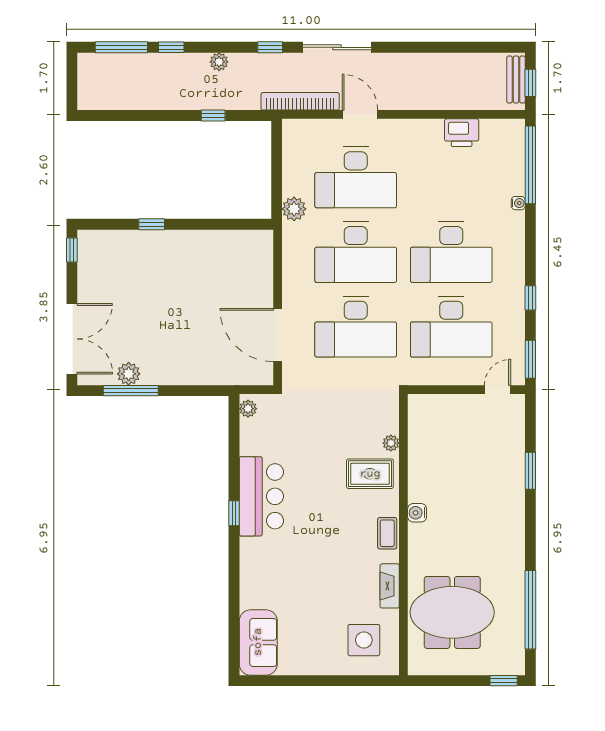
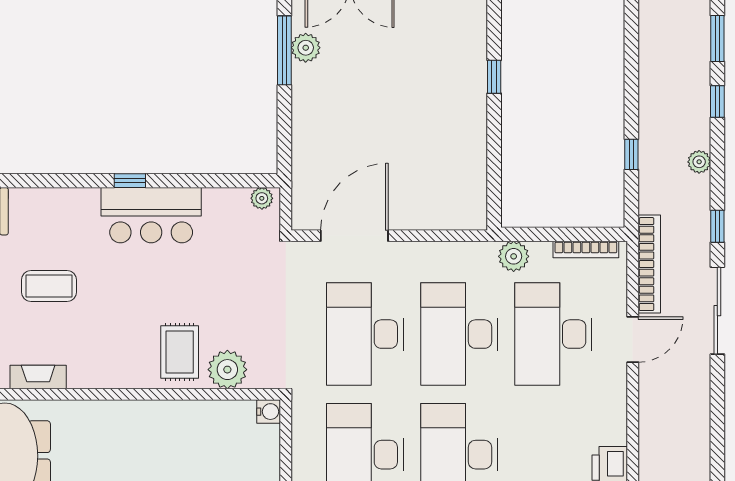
window: (121, 47) -> (717, 39), width x0.69
bookcase: (289, 152) -> (586, 249), added
plant: (391, 443) -> (227, 370), width x1.88, depth x1.88
water cooler: (417, 513) -> (269, 412), moved, turned 90
coffee table: (387, 533) -> (49, 286), moved, width x1.36, depth x1.30

